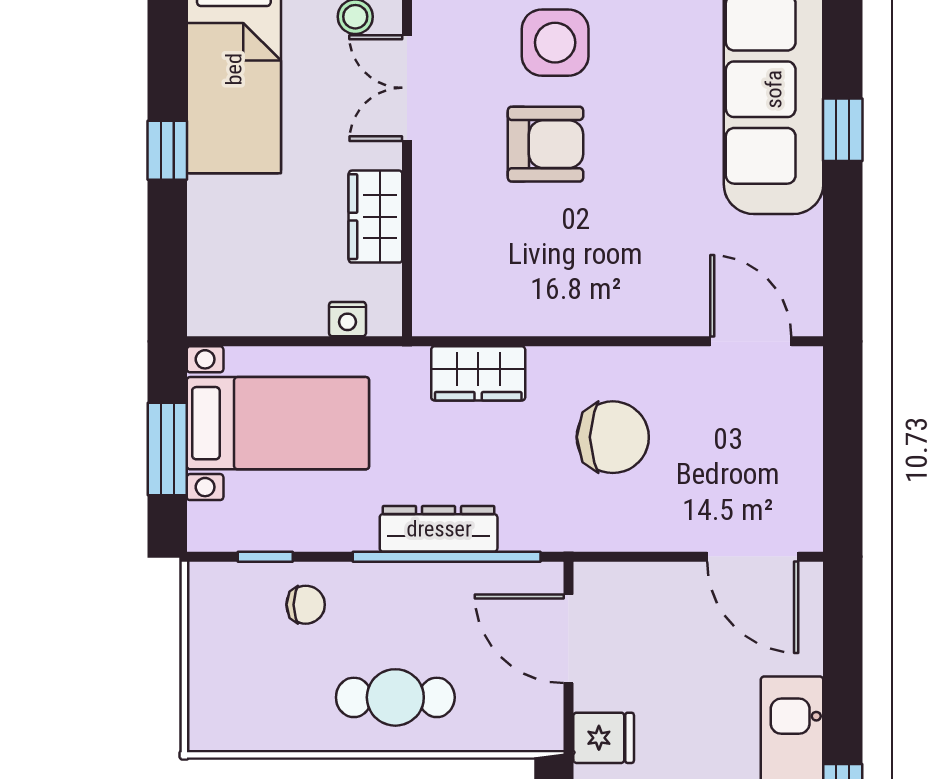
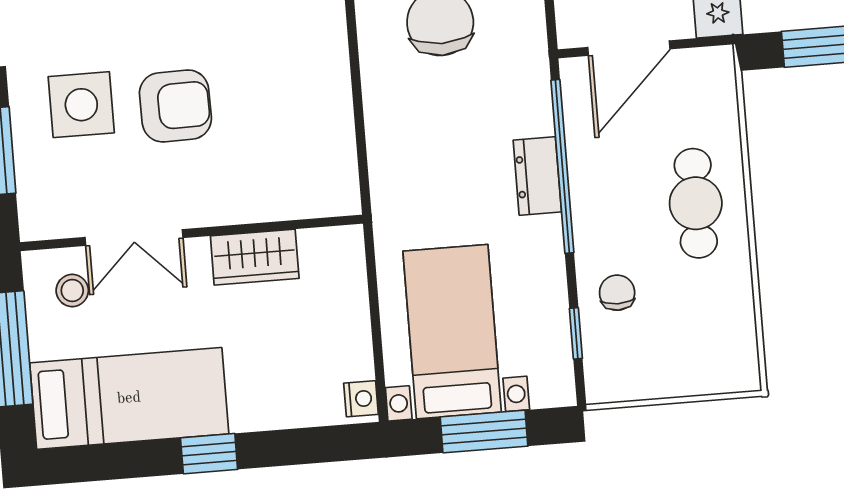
armchair: (546, 144) -> (175, 106), turned 89
nightstand: (347, 319) -> (361, 399), moved
wardrobe: (478, 373) -> (391, 151), removed
dresser: (439, 529) -> (537, 176), width x0.70

